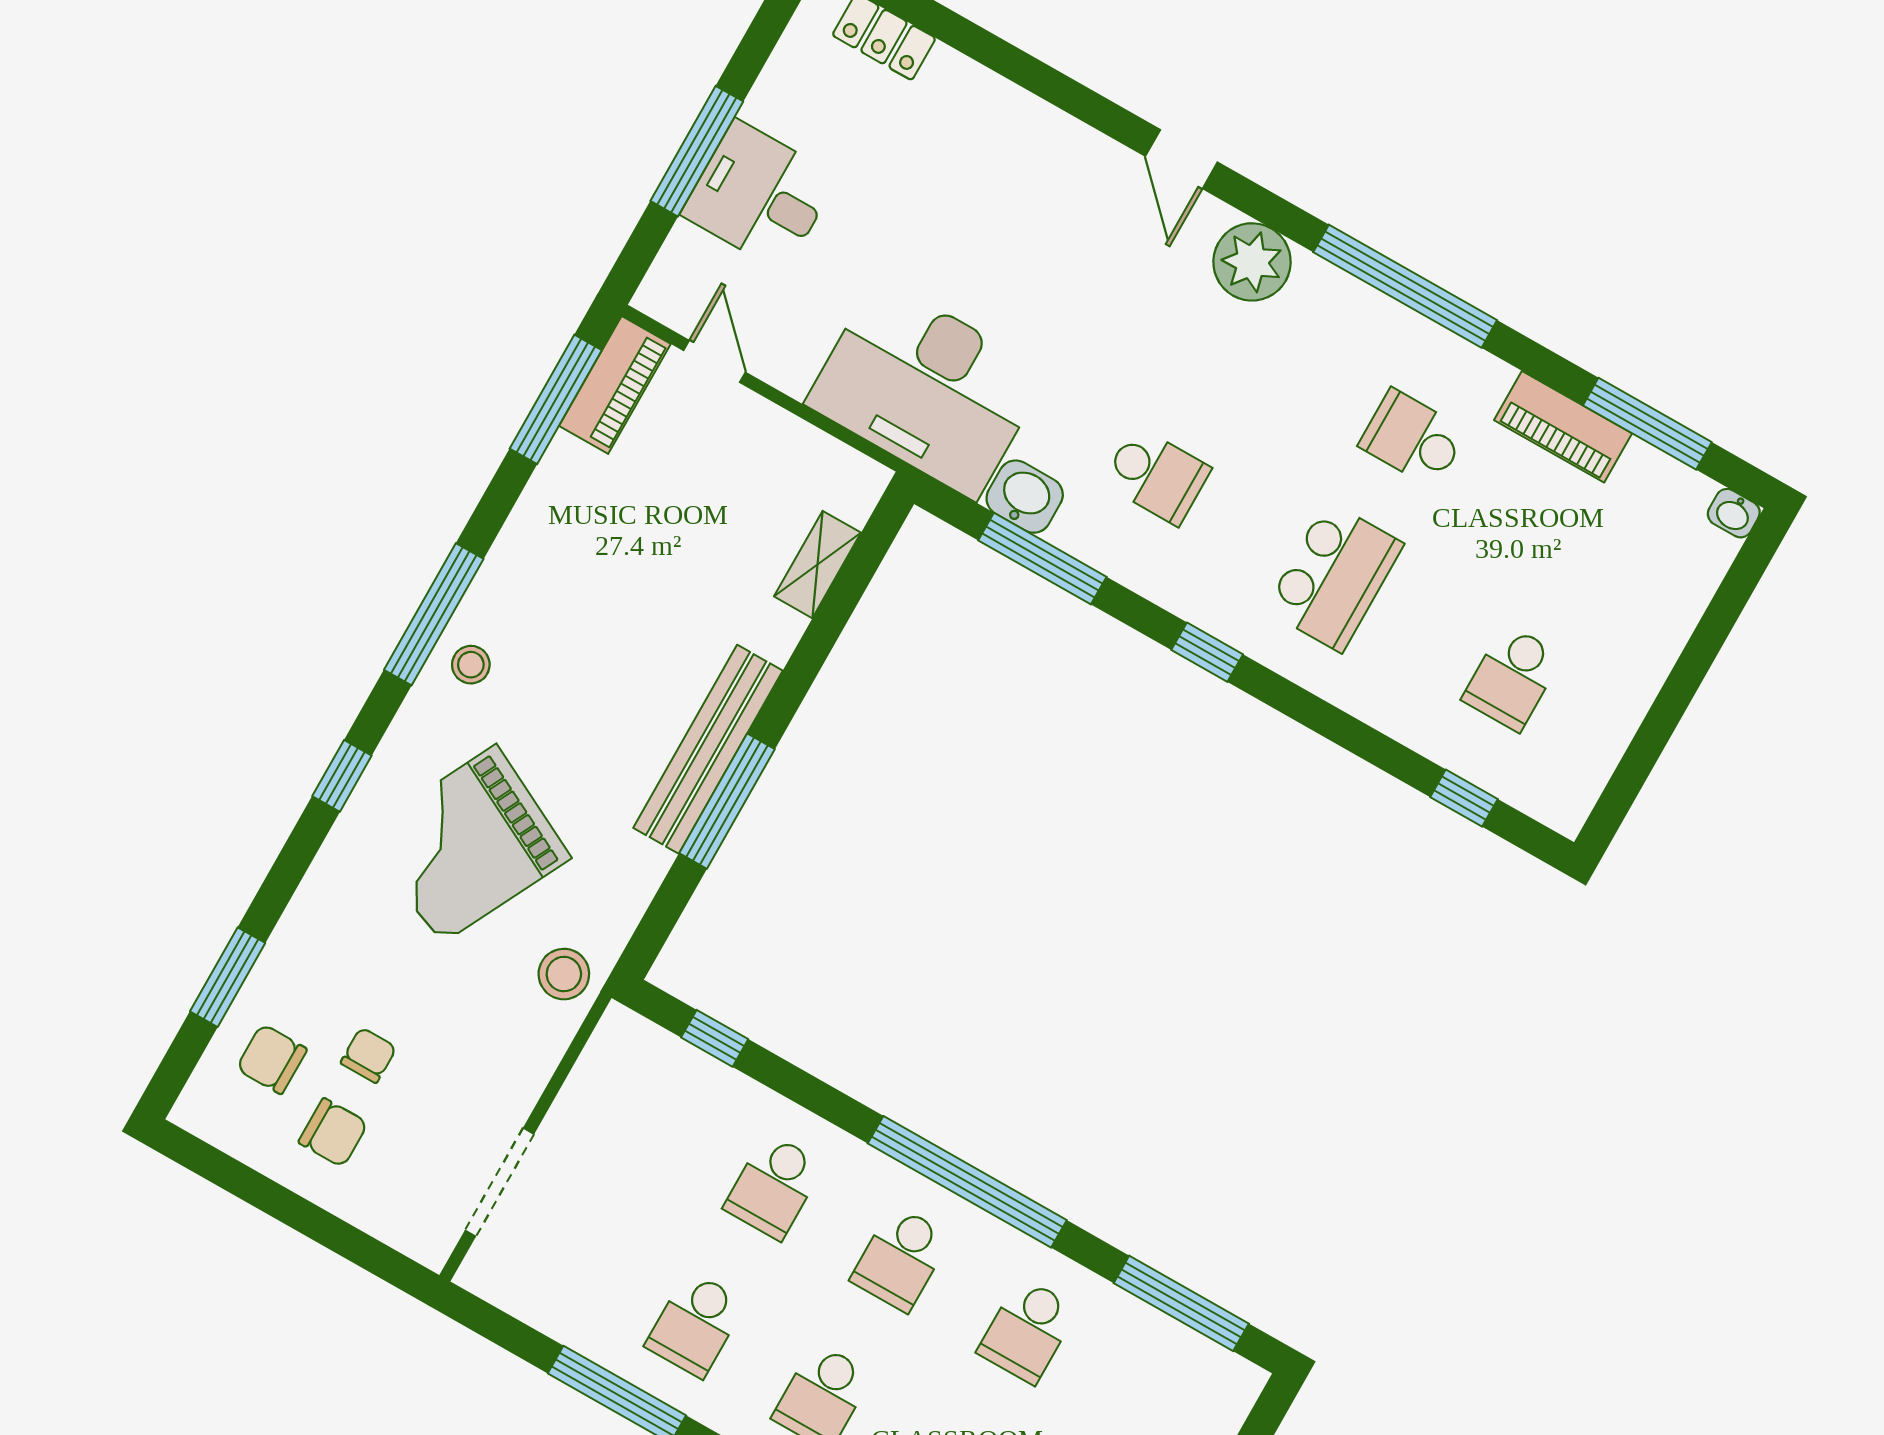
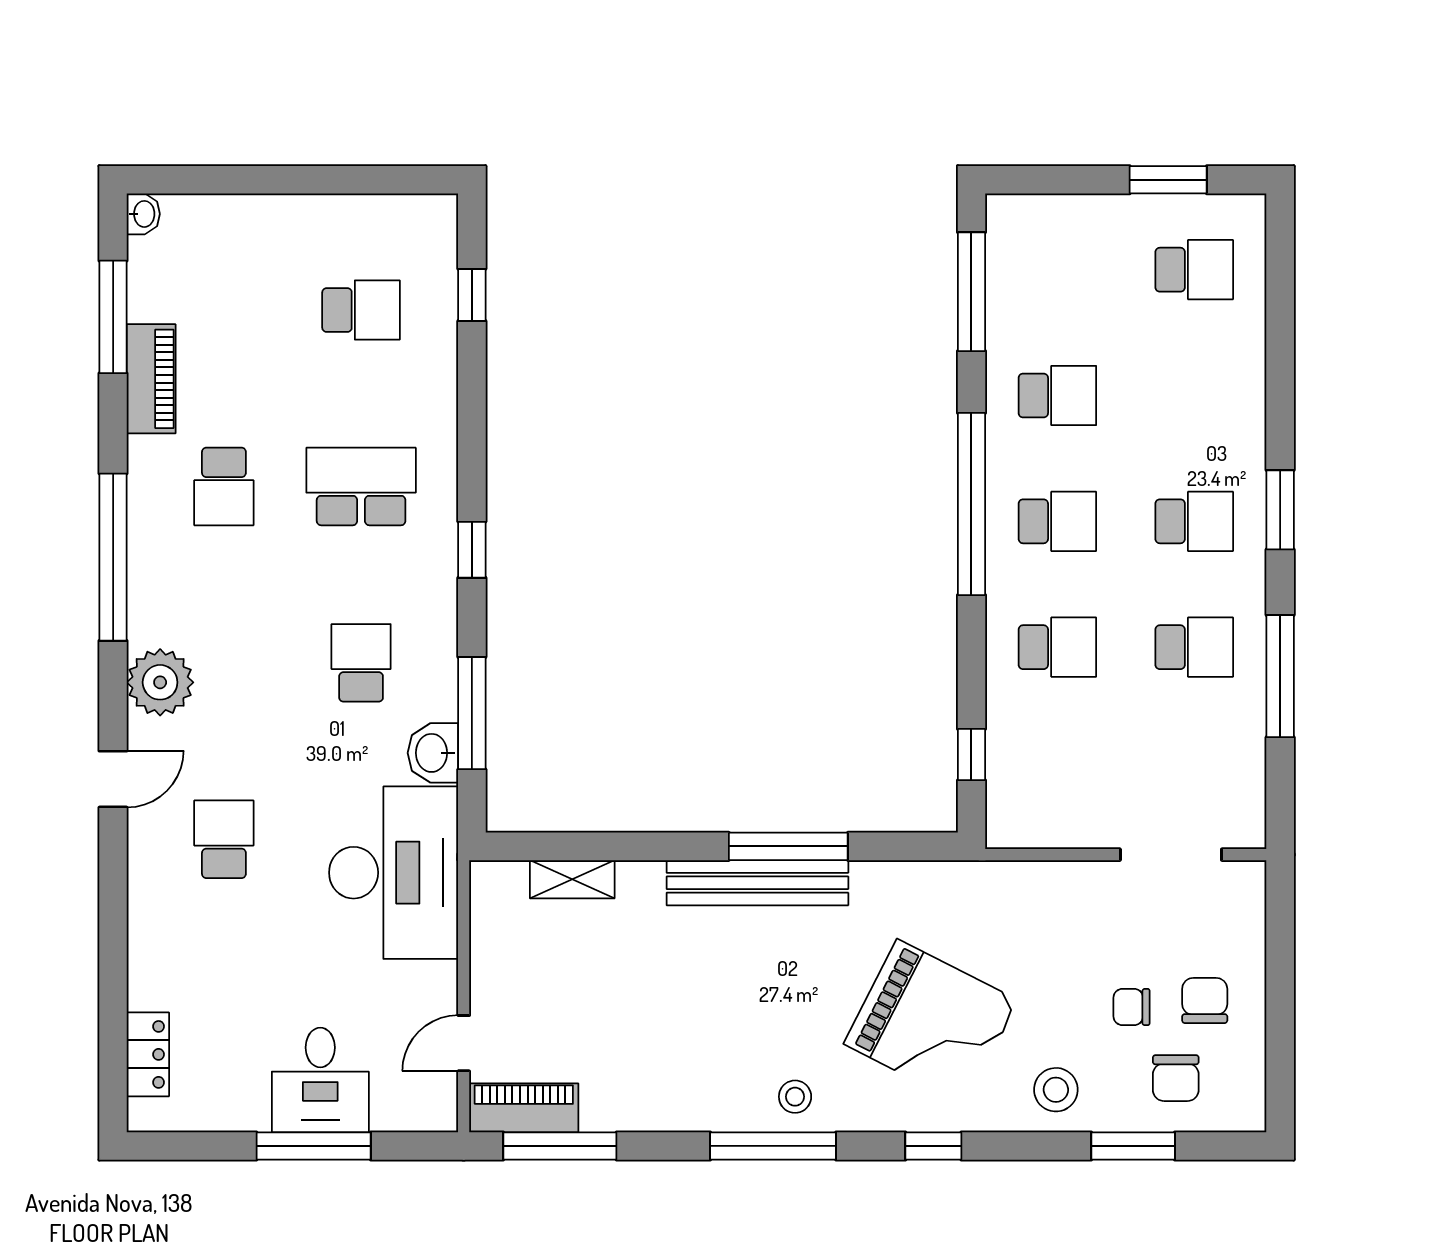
school desk: (1057, 236) -> (224, 839), added
stool: (564, 974) -> (1056, 1090), moved

